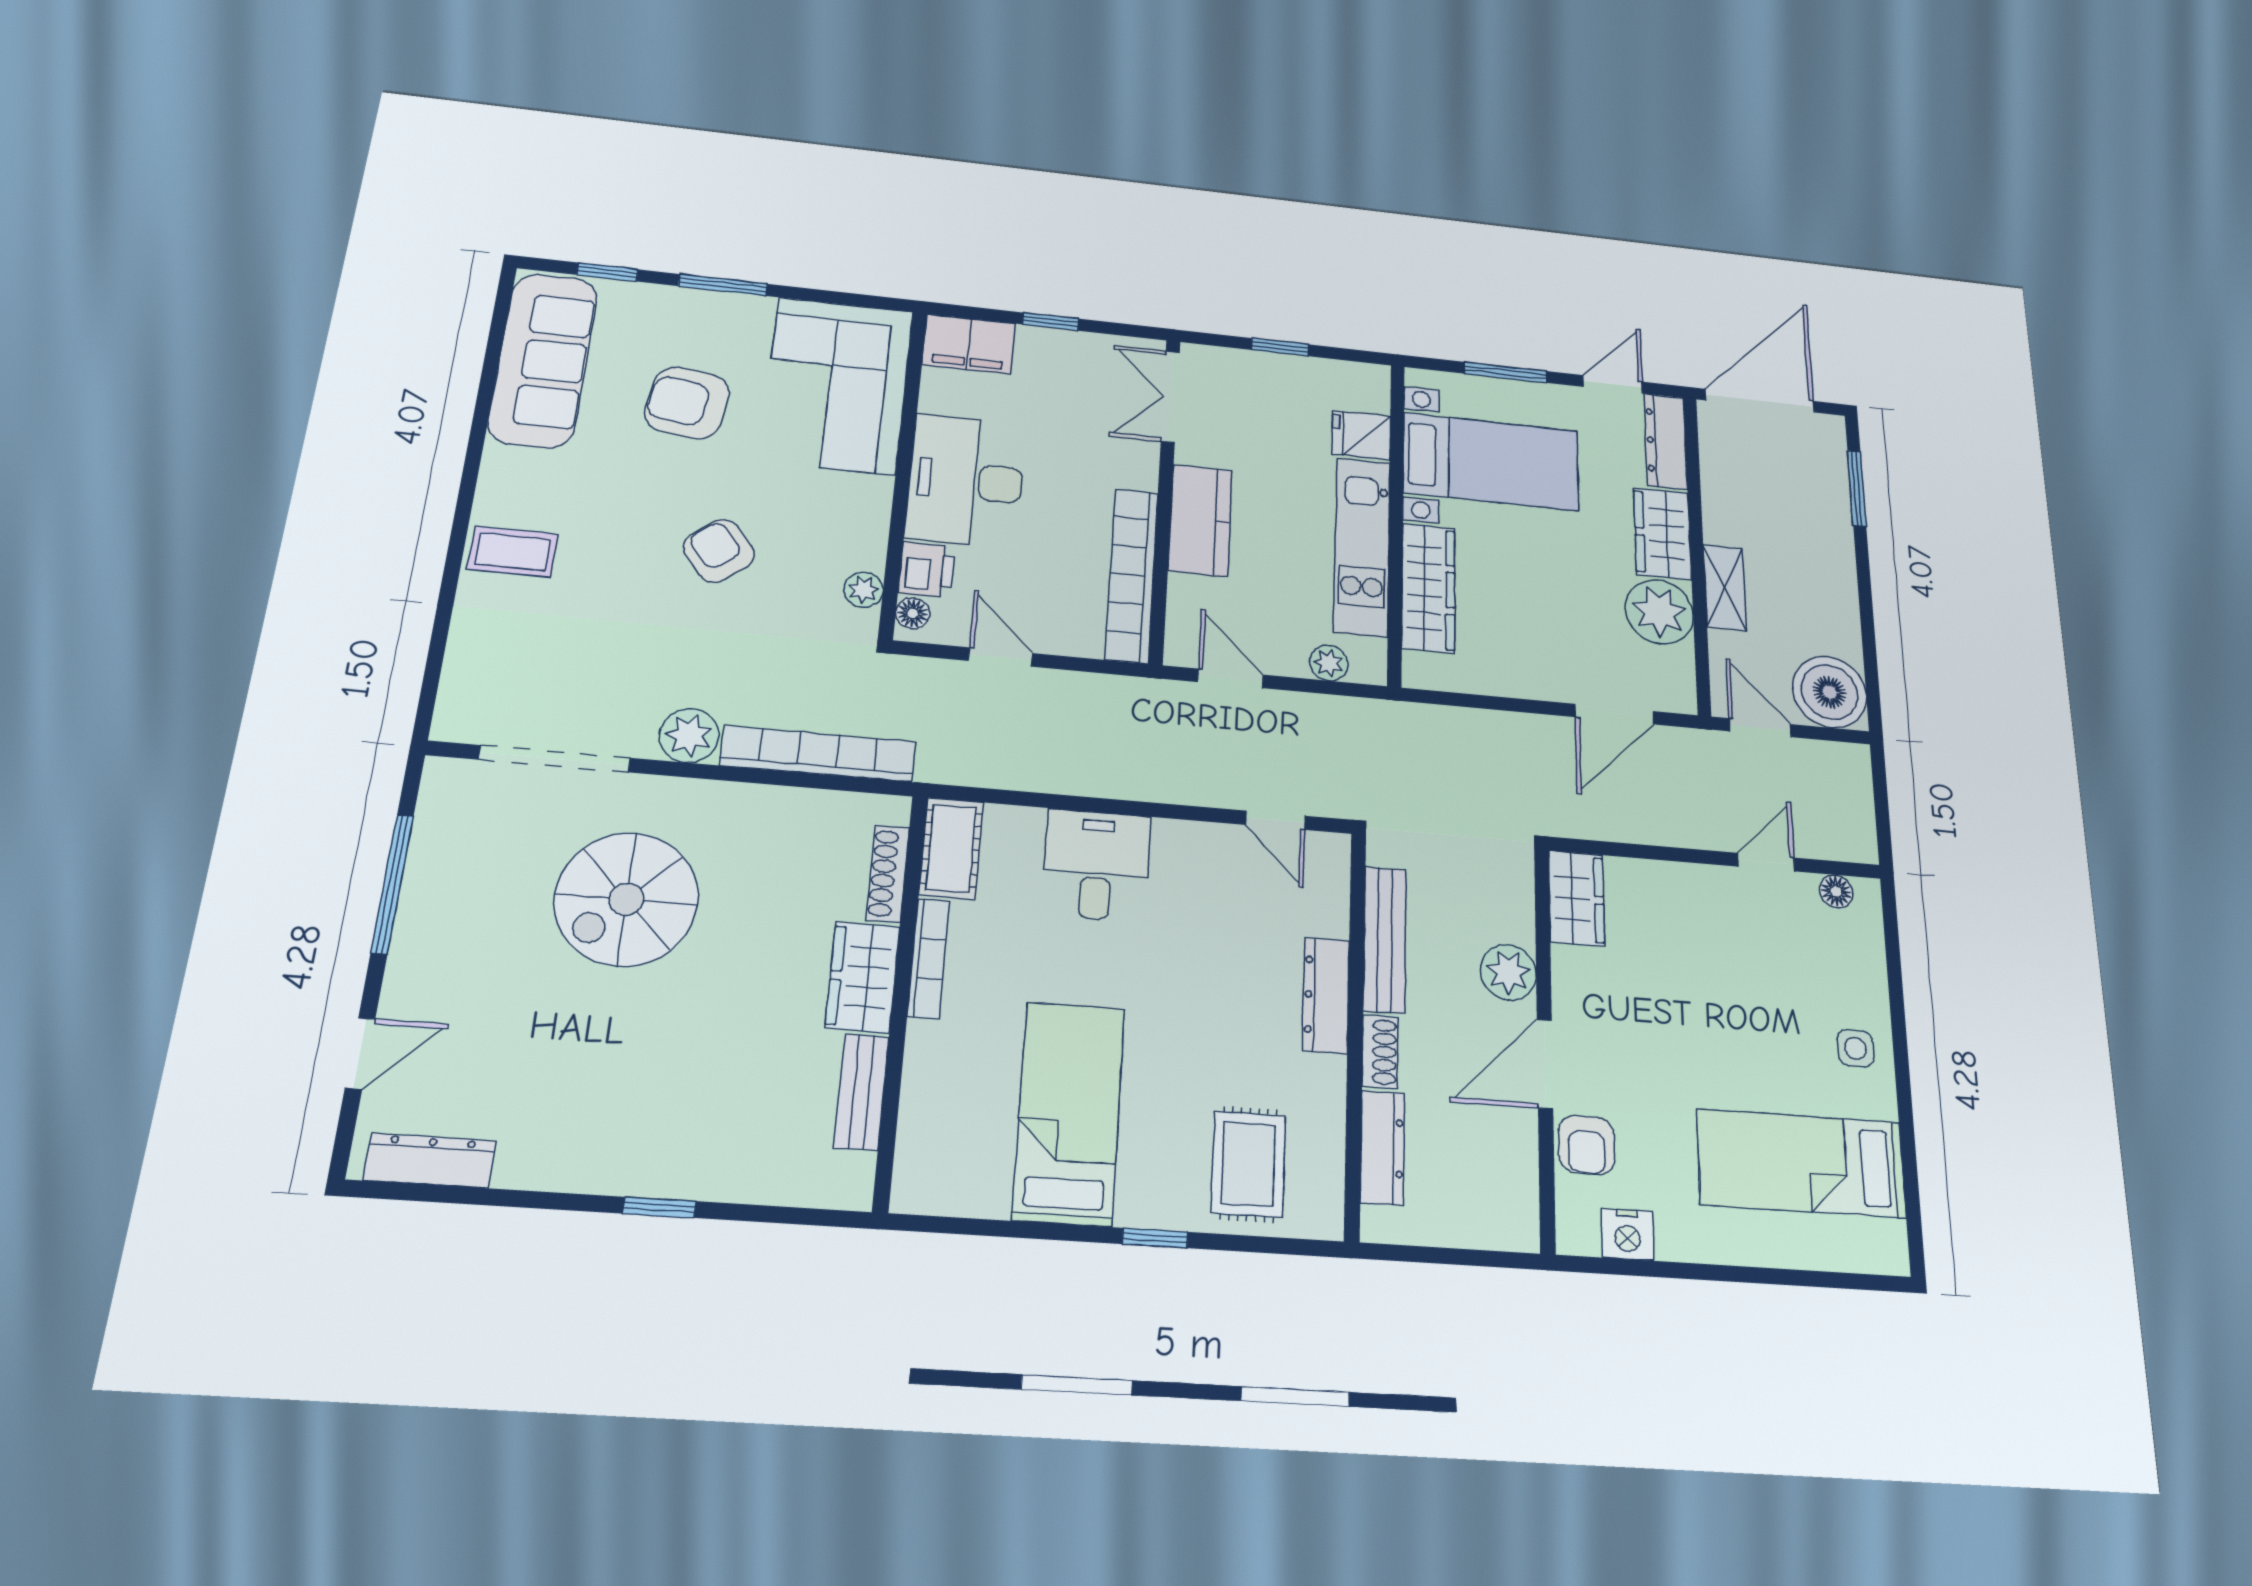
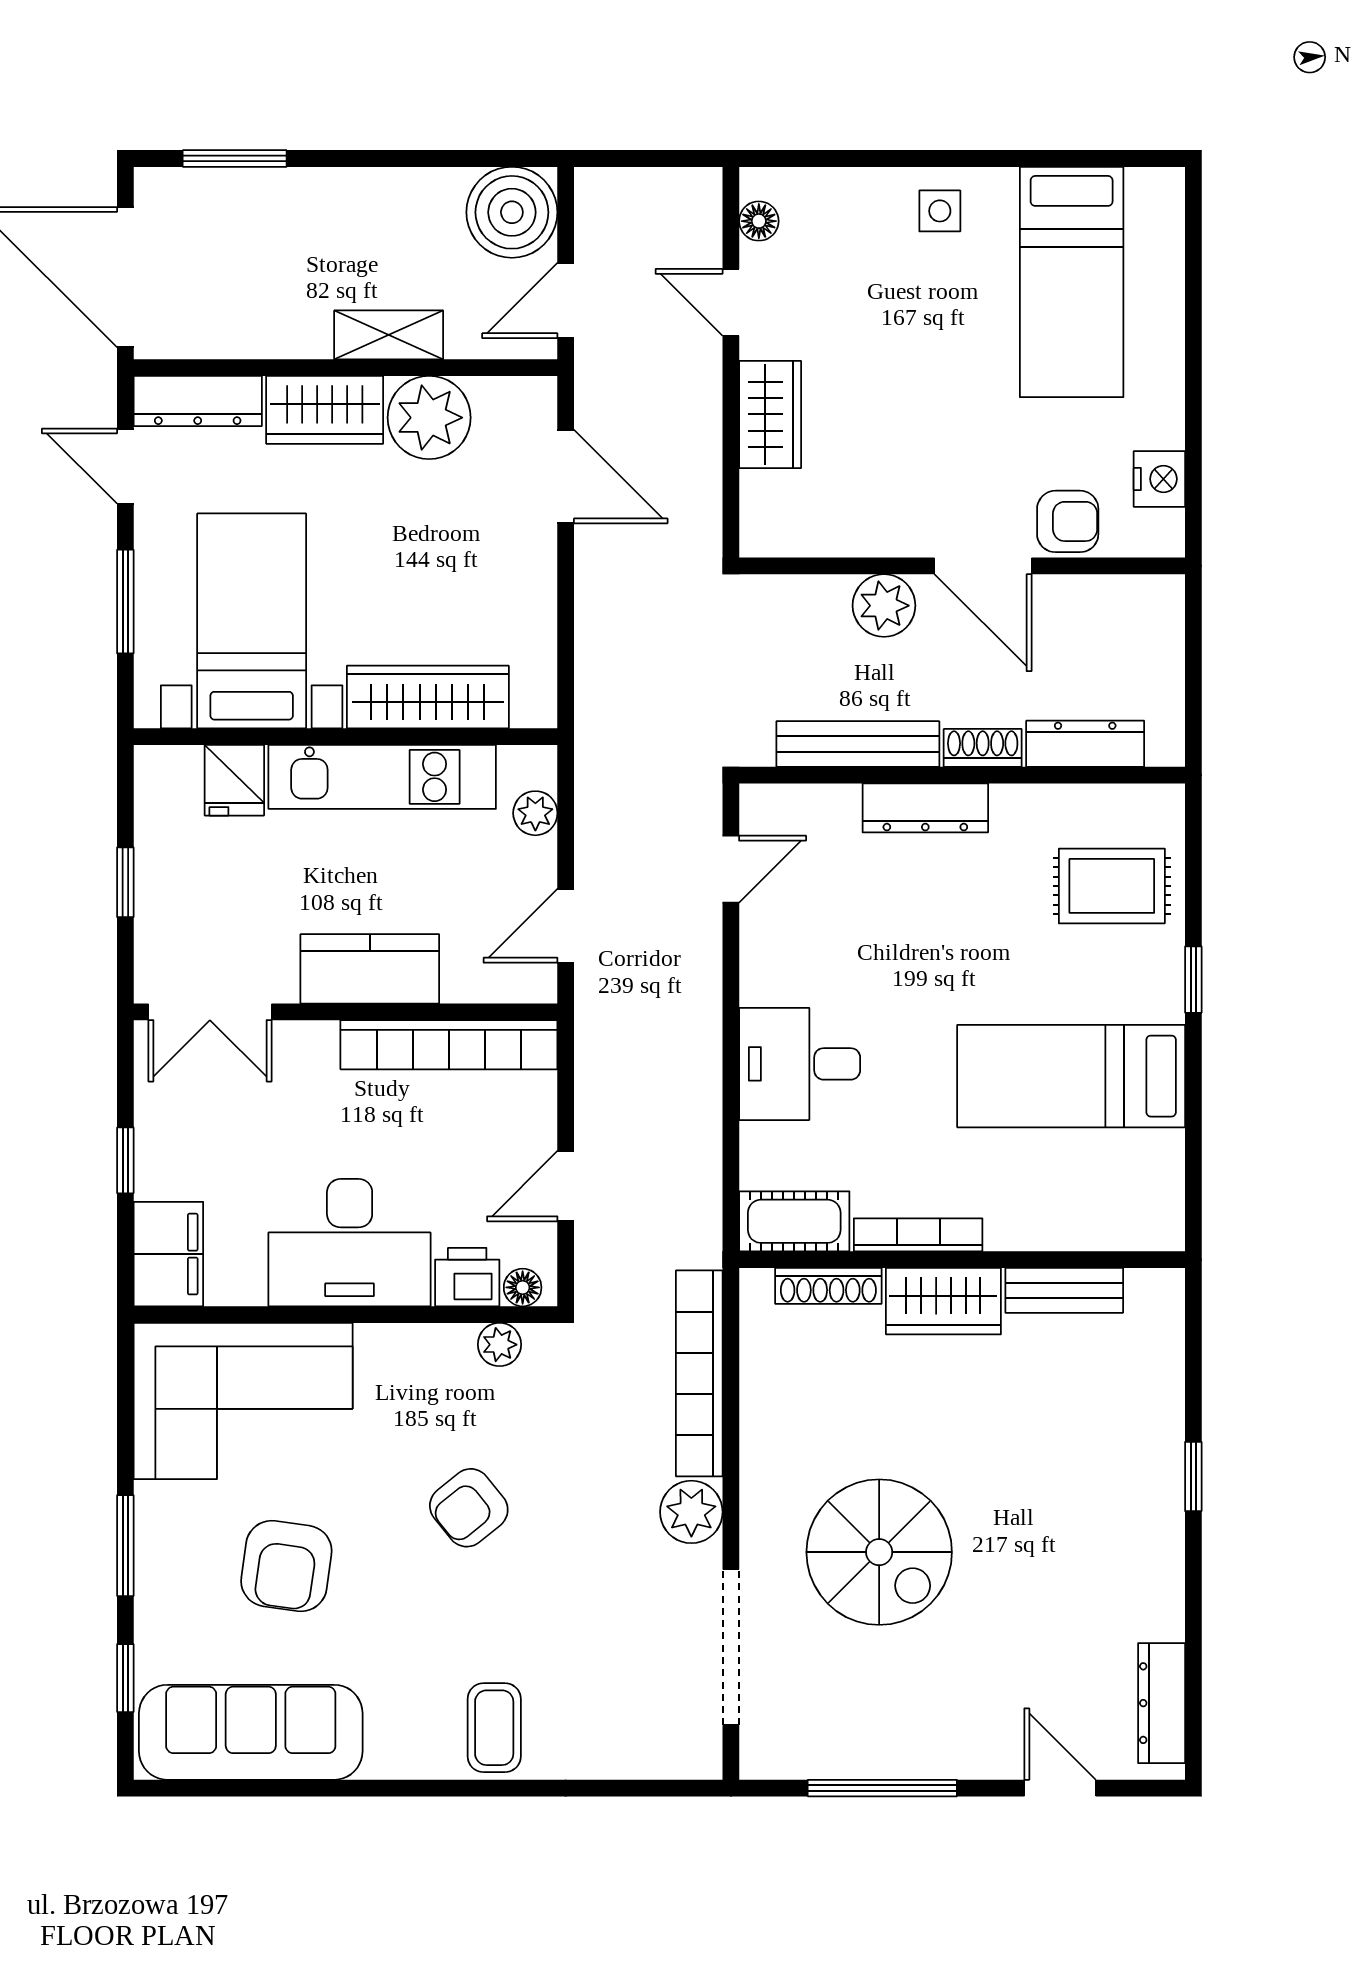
wardrobe: (1576, 898) -> (770, 414), moved, turned 90

